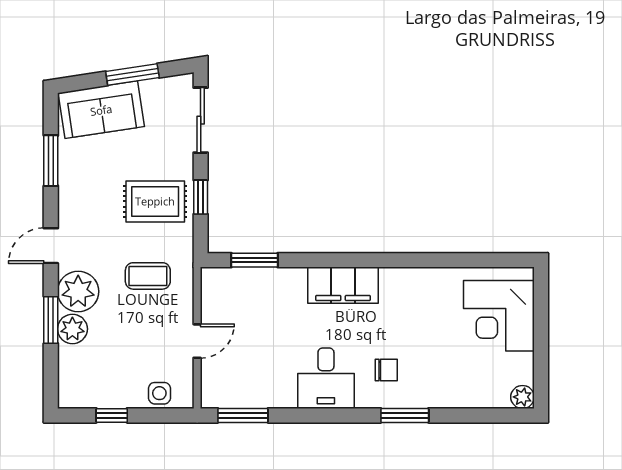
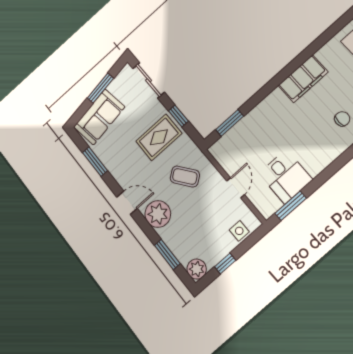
door: (51, 246) -> (127, 203), swing flipped
coffee table: (148, 276) -> (185, 176), turned 53
filing cabinet: (343, 285) -> (303, 79), moved
window: (51, 320) -> (167, 254), moved
plant: (72, 329) -> (197, 269), moved
desk: (326, 378) -> (286, 176), moved

